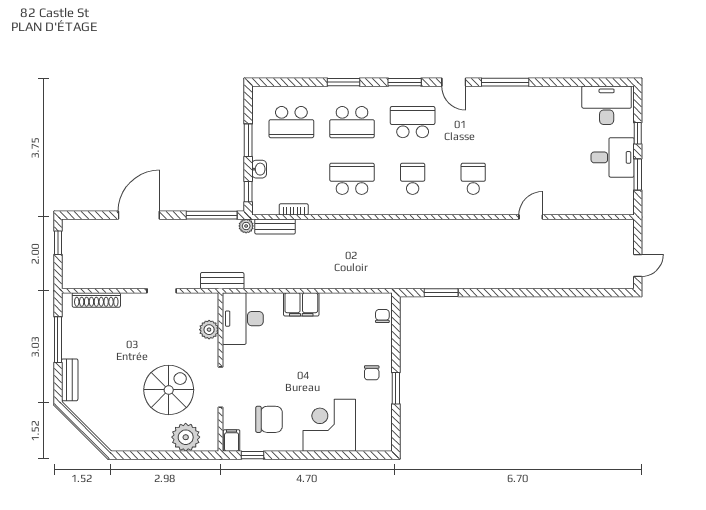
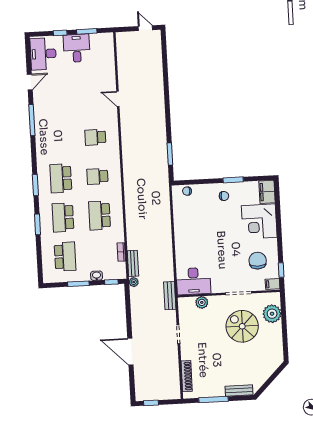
door: (454, 82) -> (30, 82), moved
school desk: (352, 122) -> (63, 217), turned 180
window: (212, 215) -> (128, 305), removed
filing cabinet: (301, 304) -> (267, 192), moved, turned 180

